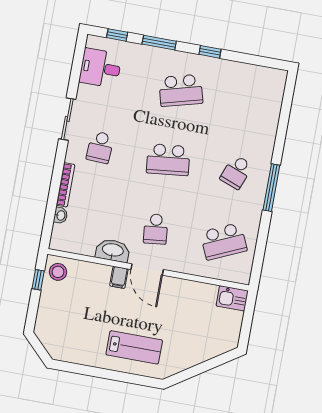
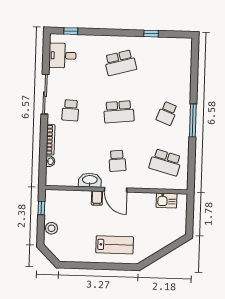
window: (159, 43) -> (101, 32), removed
window: (210, 52) -> (151, 34), moved
sliding door: (67, 119) -> (45, 94), width x1.37
school desk: (224, 241) -> (165, 162), turned 39
stool: (58, 272) -> (51, 228), moved
kitchen sink: (232, 298) -> (167, 200), moved

